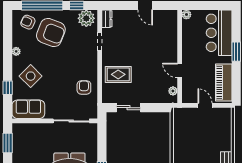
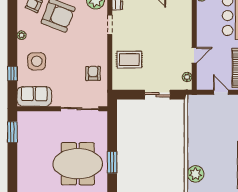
door: (180, 70) -> (194, 55), swing flipped
side table: (31, 76) -> (37, 61), turned 45
sliding door: (128, 108) -> (157, 95), moved

